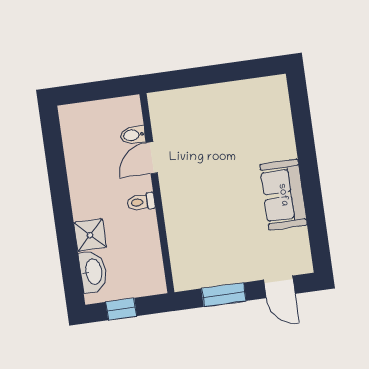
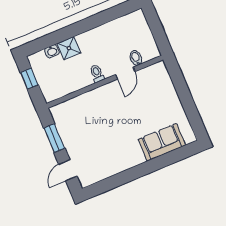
door: (152, 158) -> (125, 73), swing flipped
sofa: (283, 195) -> (162, 142), moved
washbasin: (93, 272) -> (52, 51), width x0.52, depth x0.69

